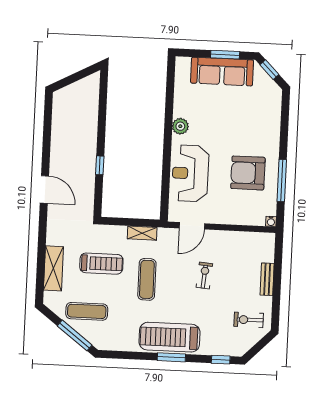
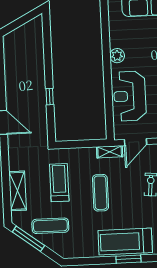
shelving: (142, 233) -> (110, 152), moved
treadmill: (101, 264) -> (59, 183), turned -90
window: (75, 335) -> (28, 239), moved

